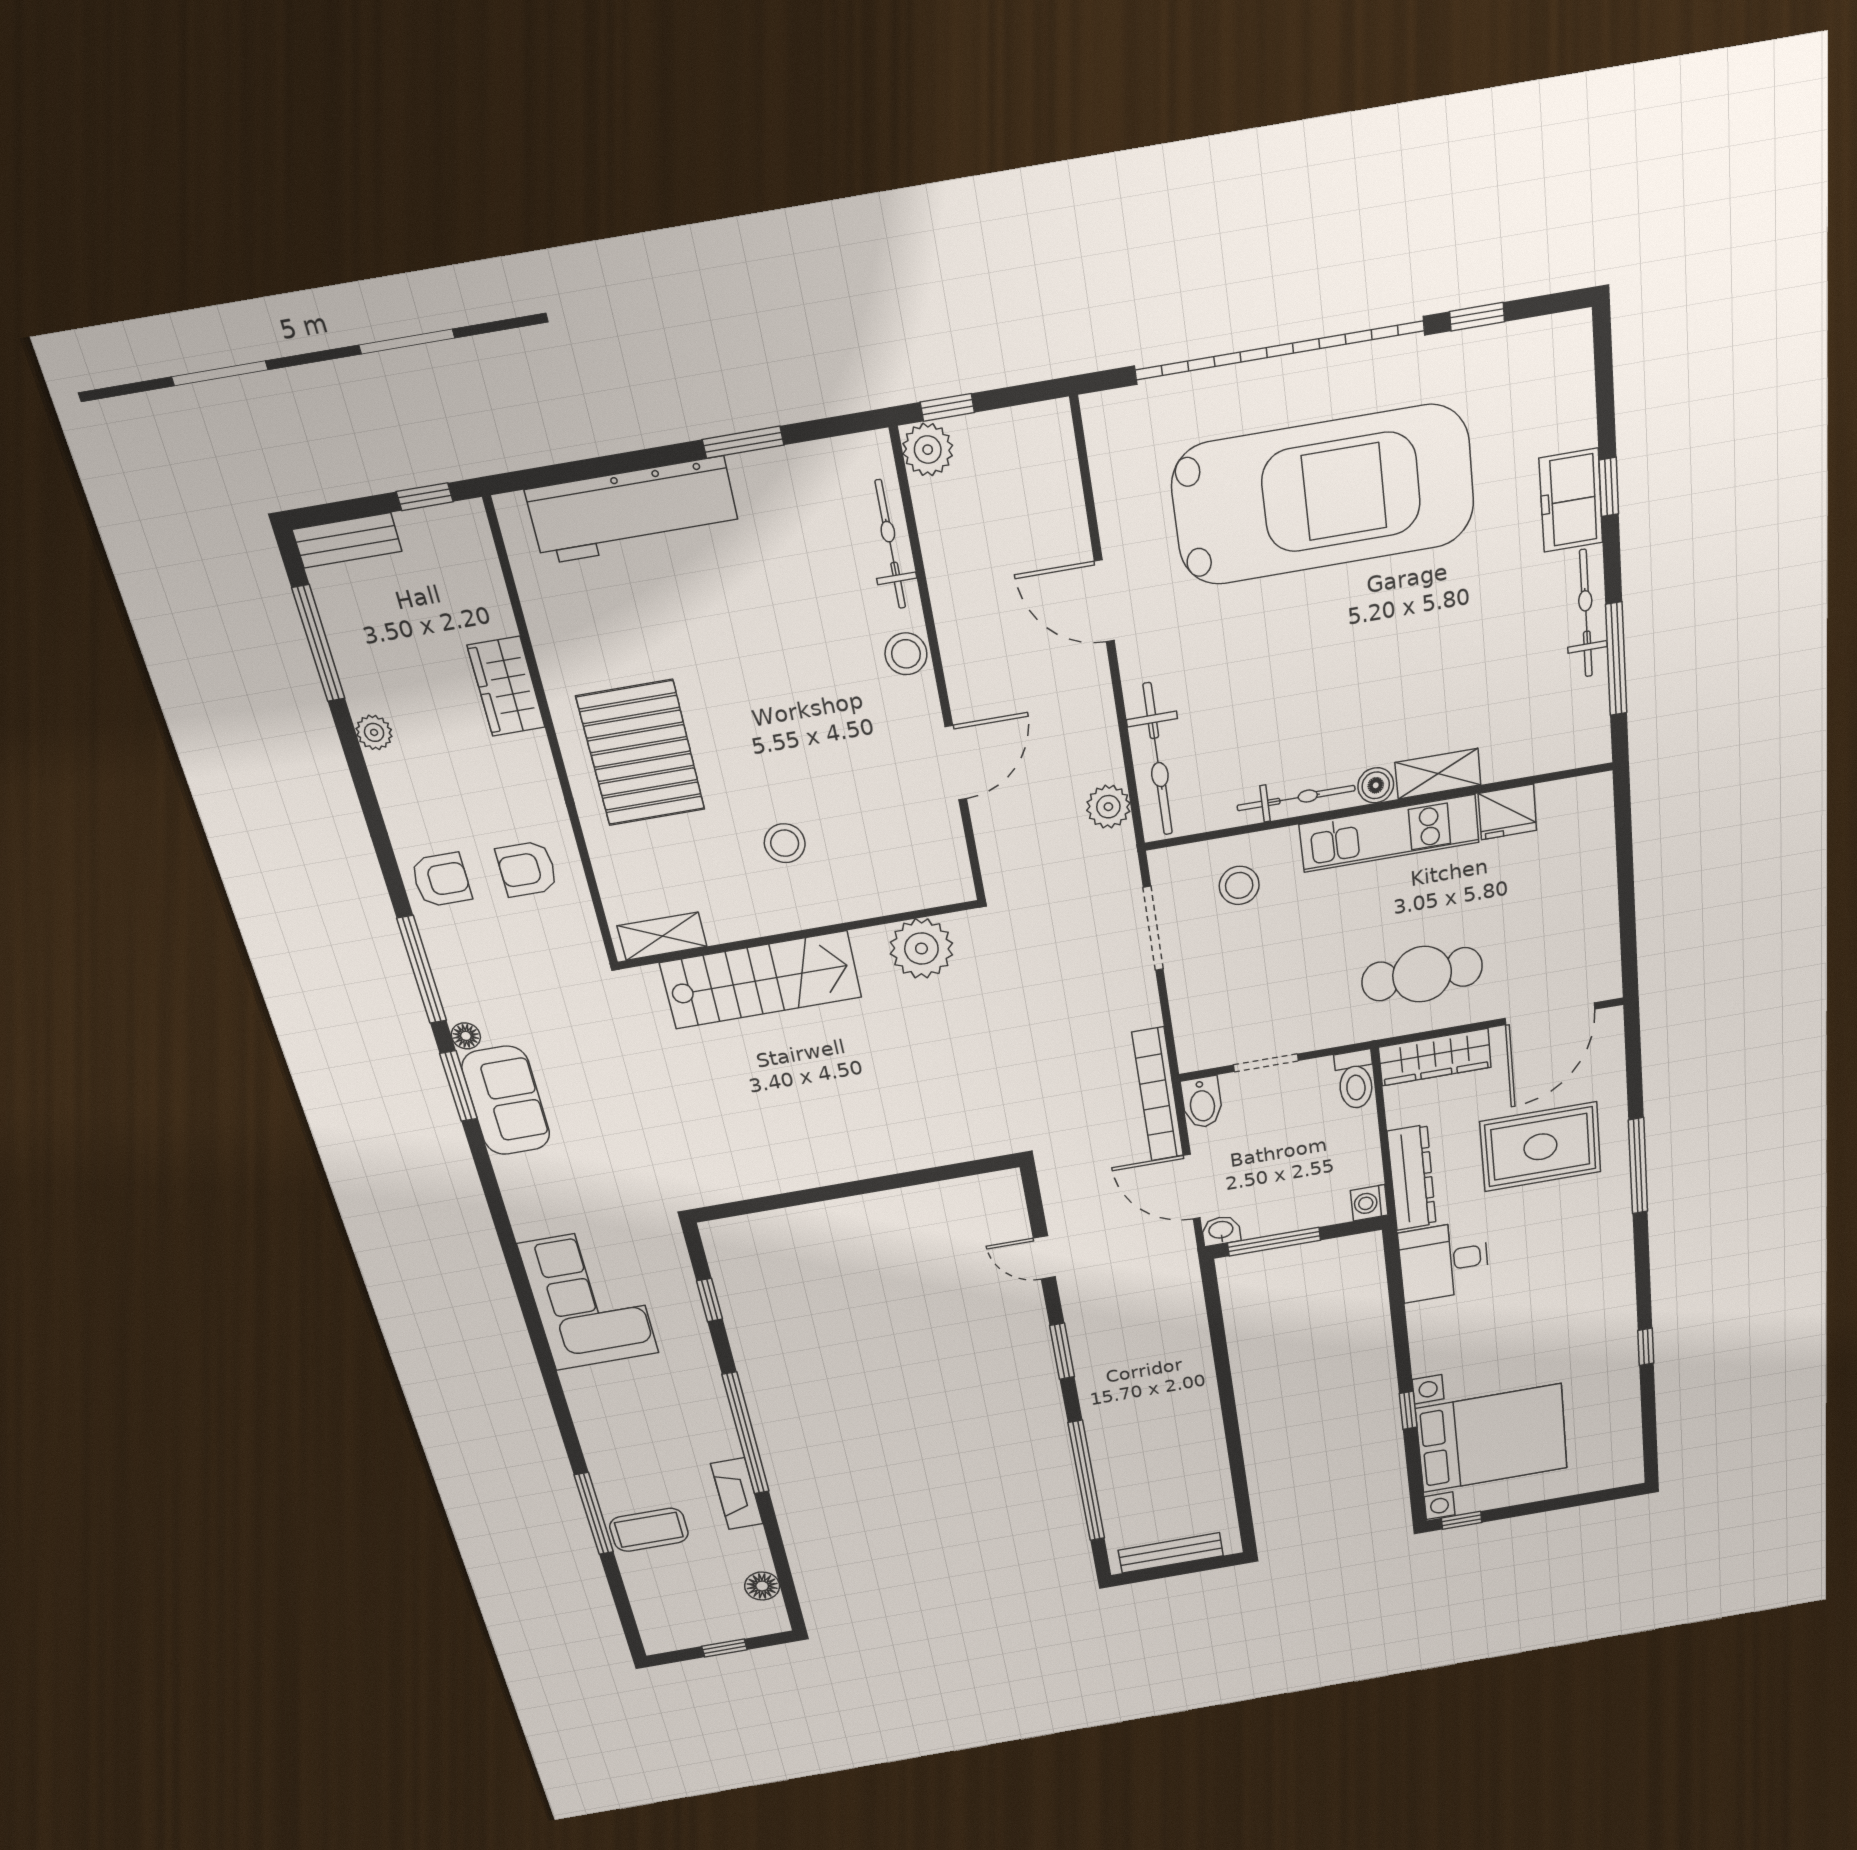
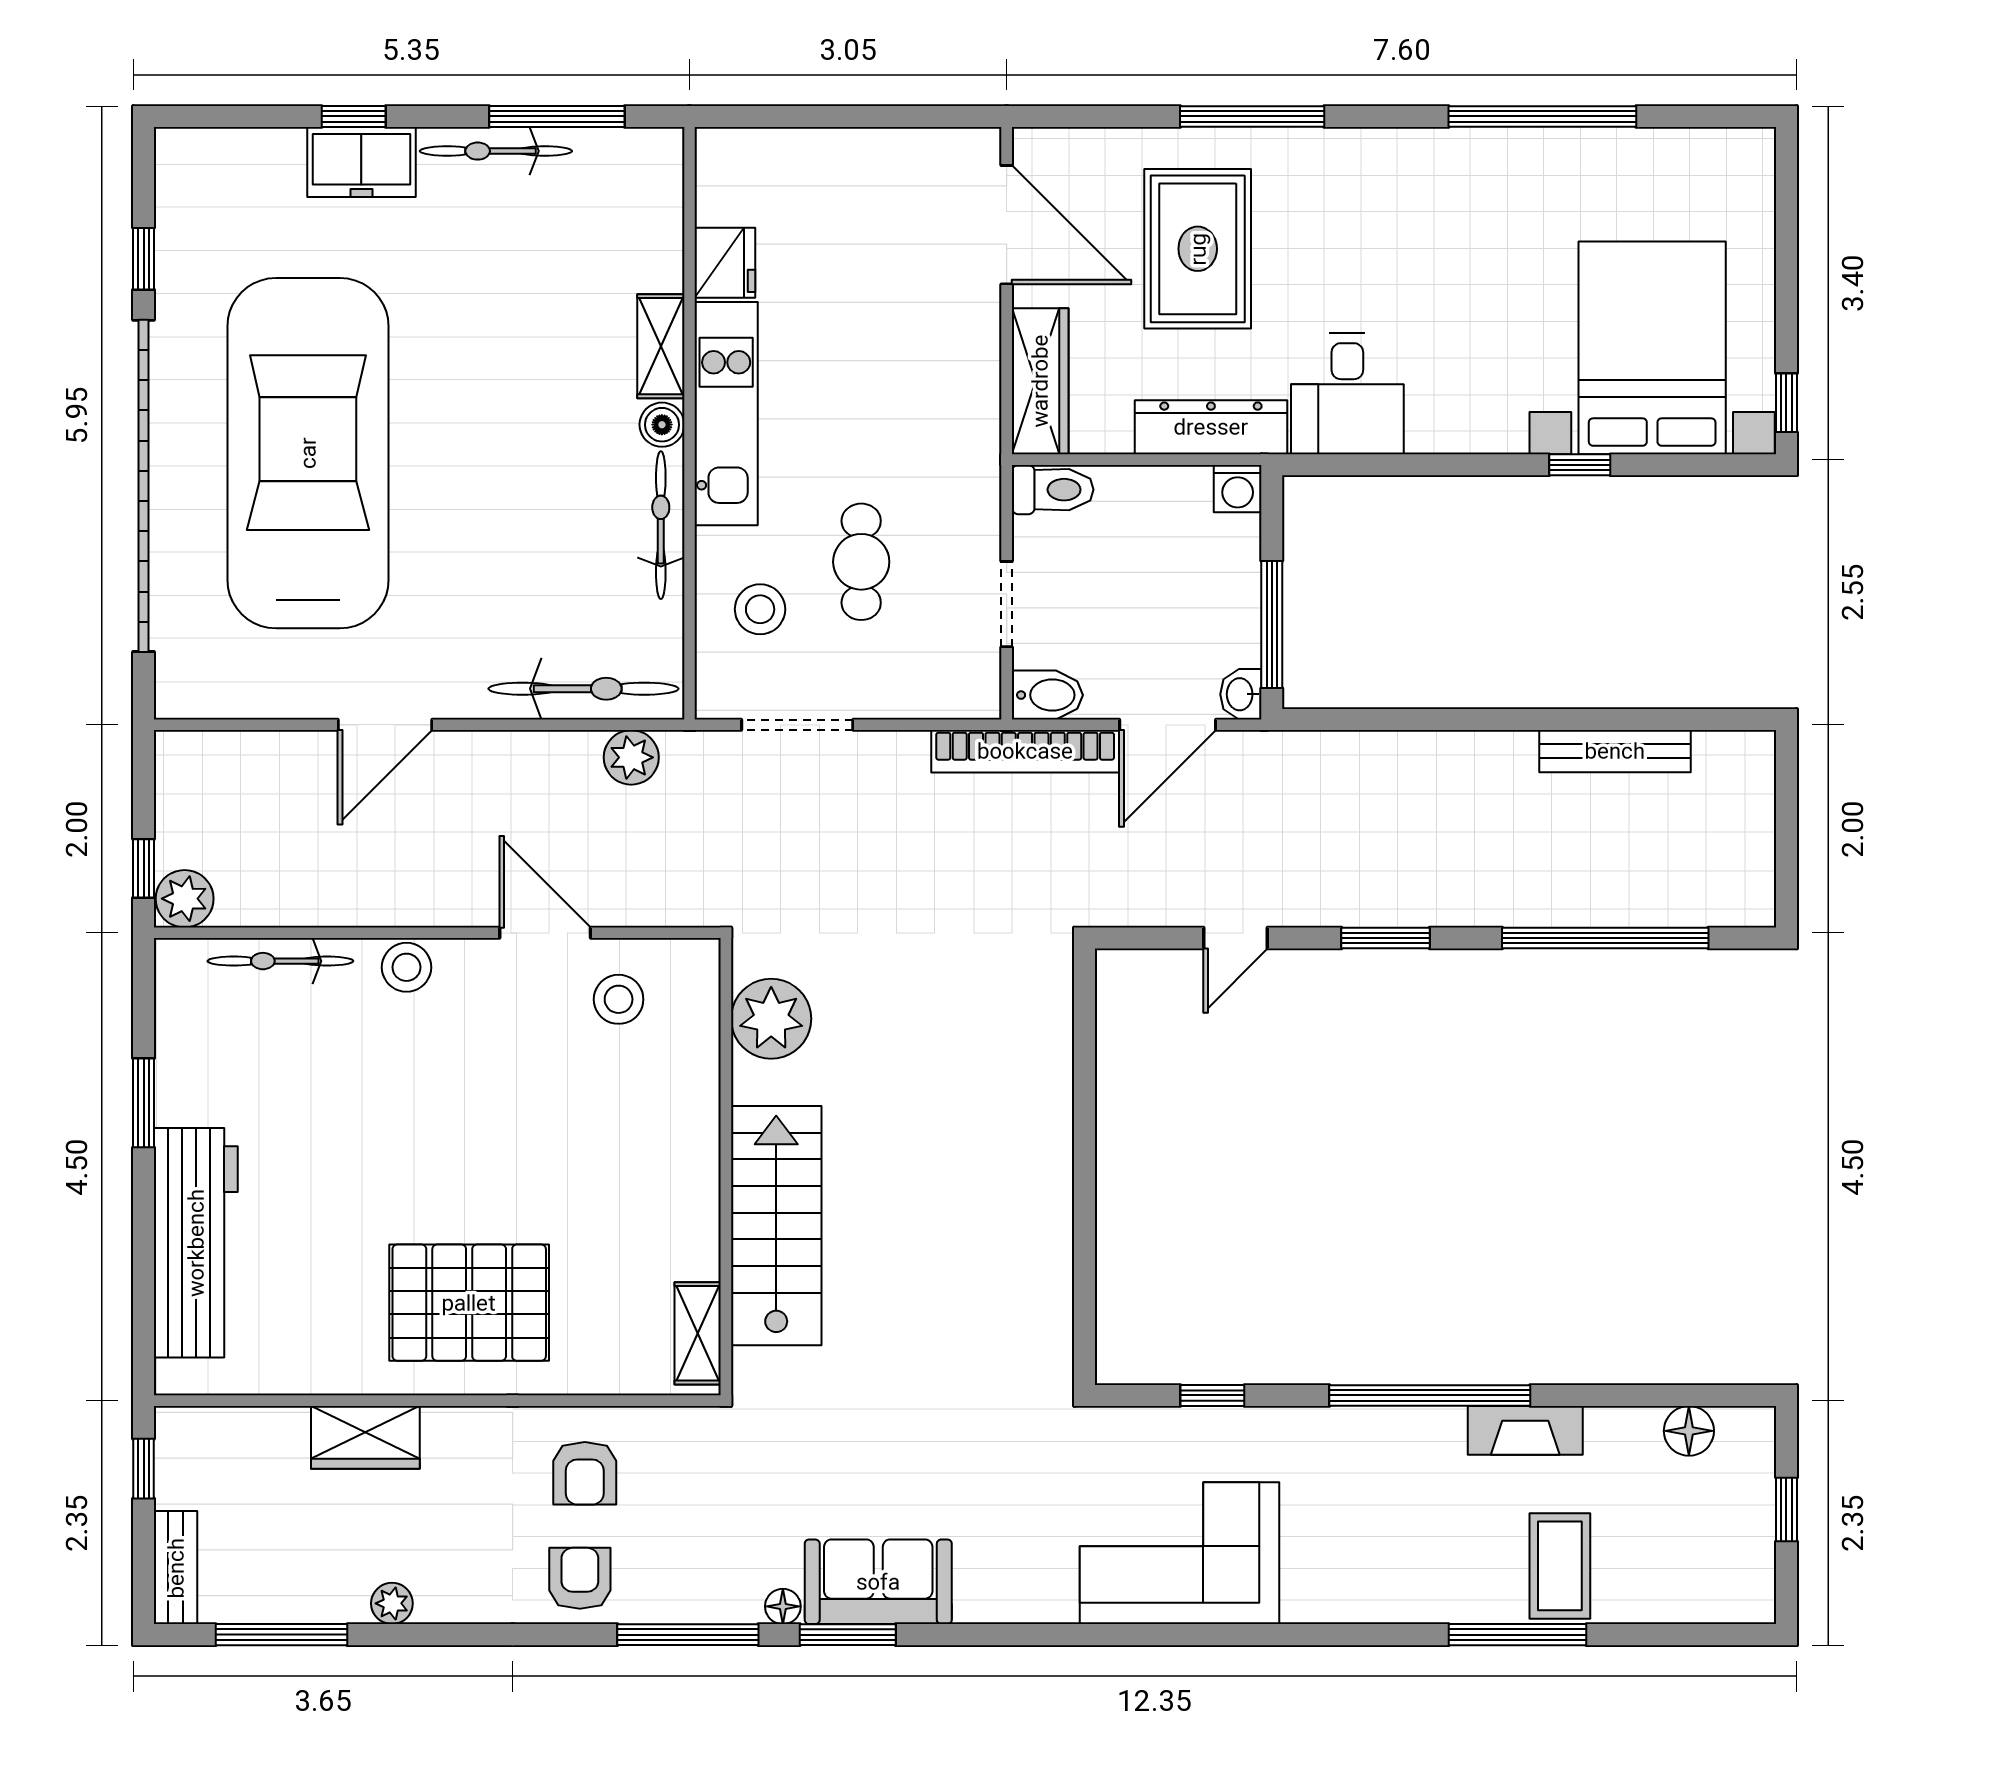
stool: (785, 843) -> (619, 999), moved
cafe table: (1422, 974) -> (861, 562), moved, width x0.73, depth x0.74
window: (1646, 1347) -> (1542, 116), width x3.17
bench: (1171, 1553) -> (1615, 751), moved, turned 90

